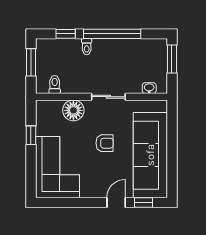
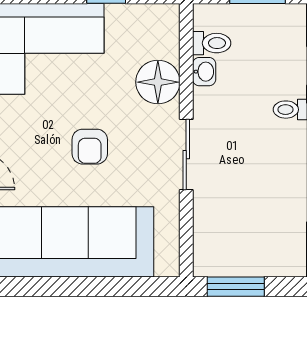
window: (172, 59) -> (236, 287), moved
washbasin: (149, 88) -> (204, 72), moved

